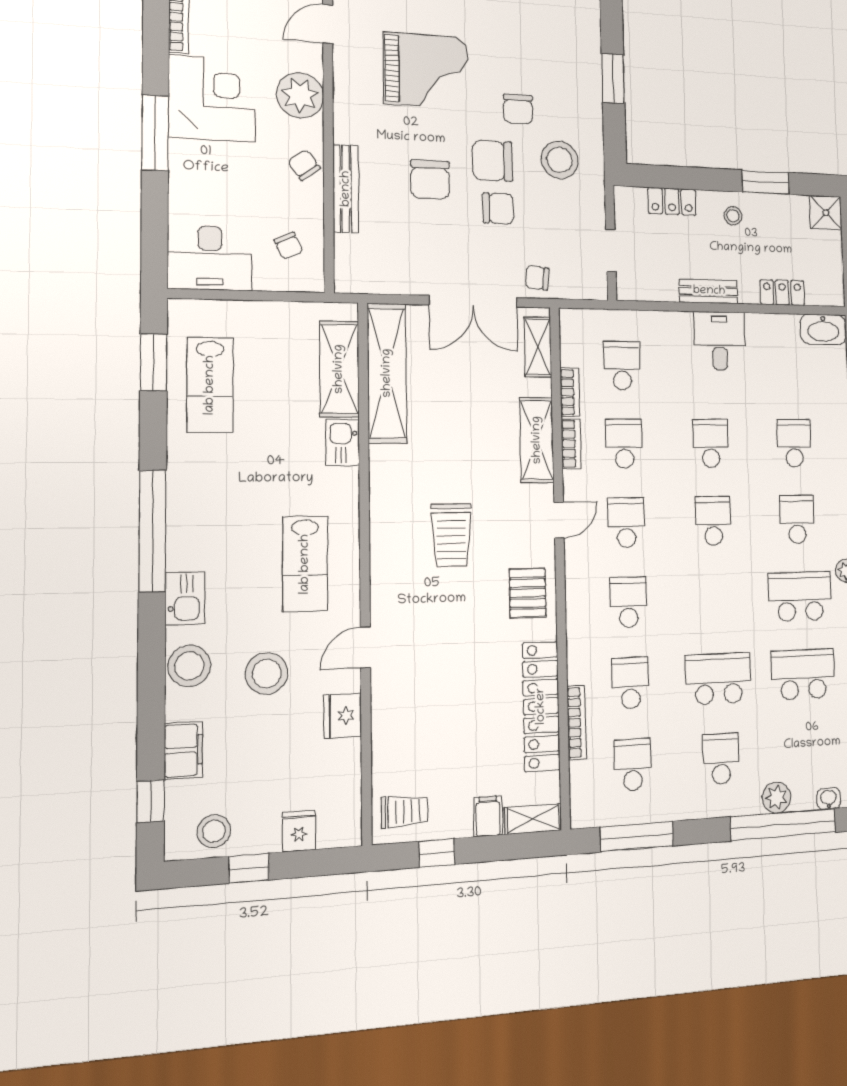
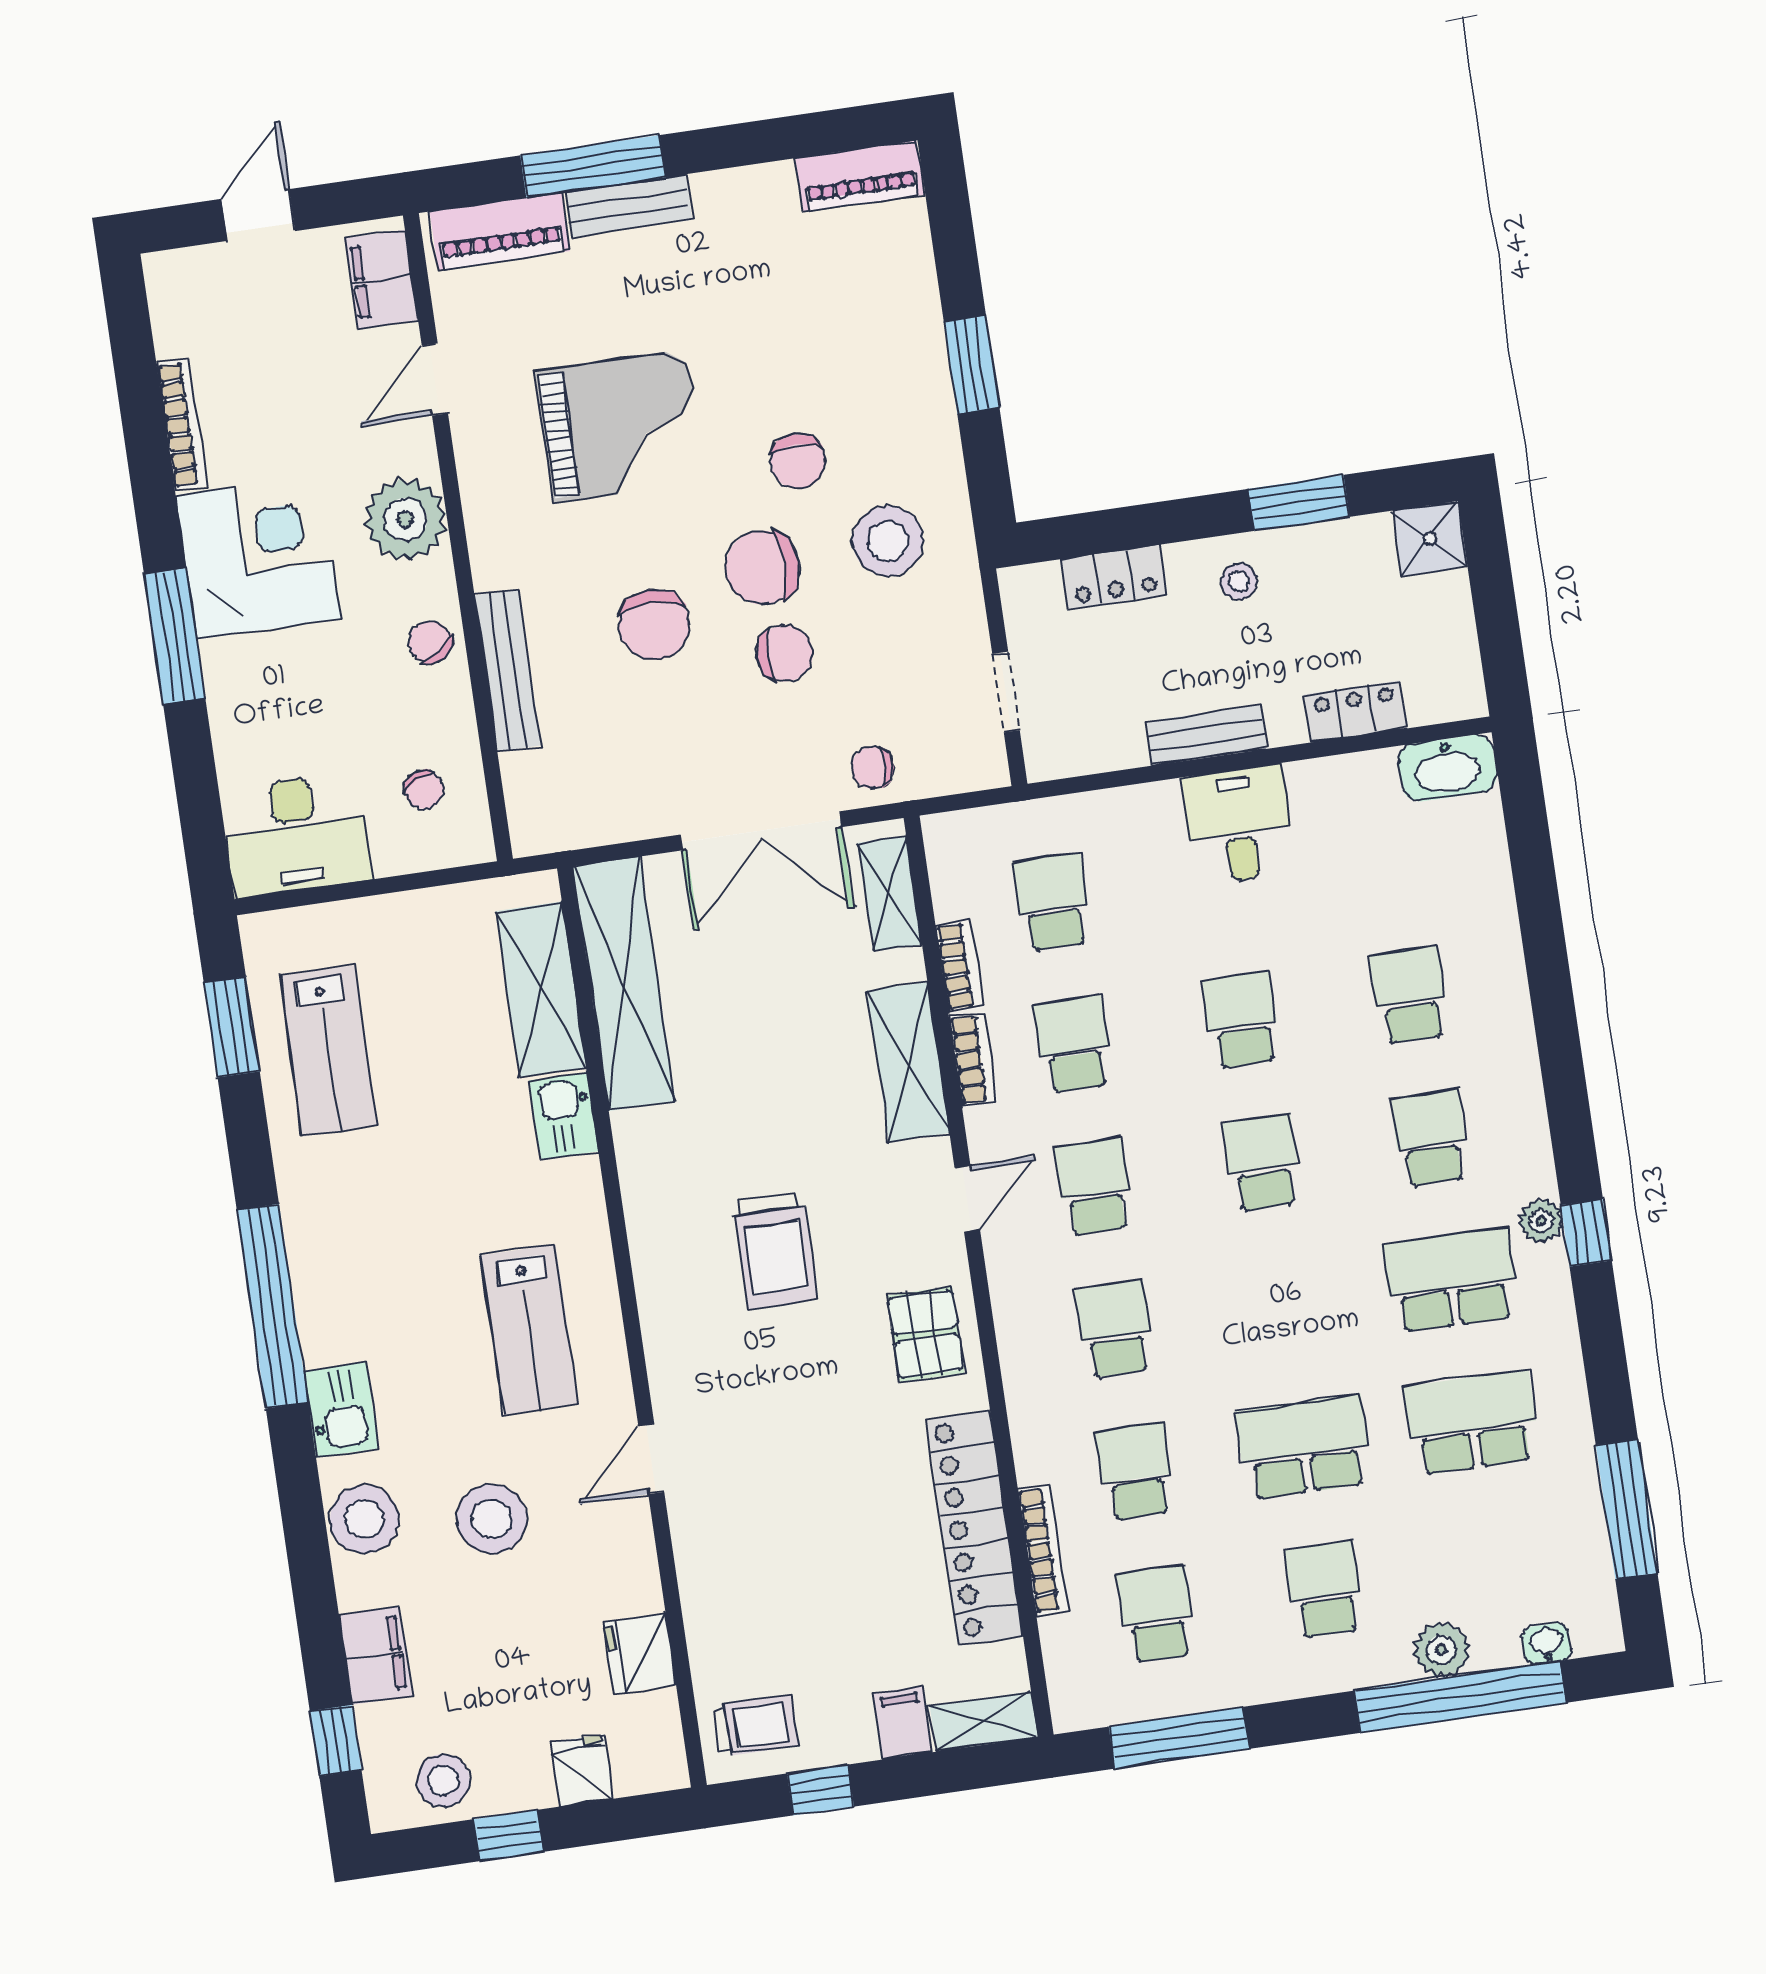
fridge: (343, 716) -> (640, 1653), moved

